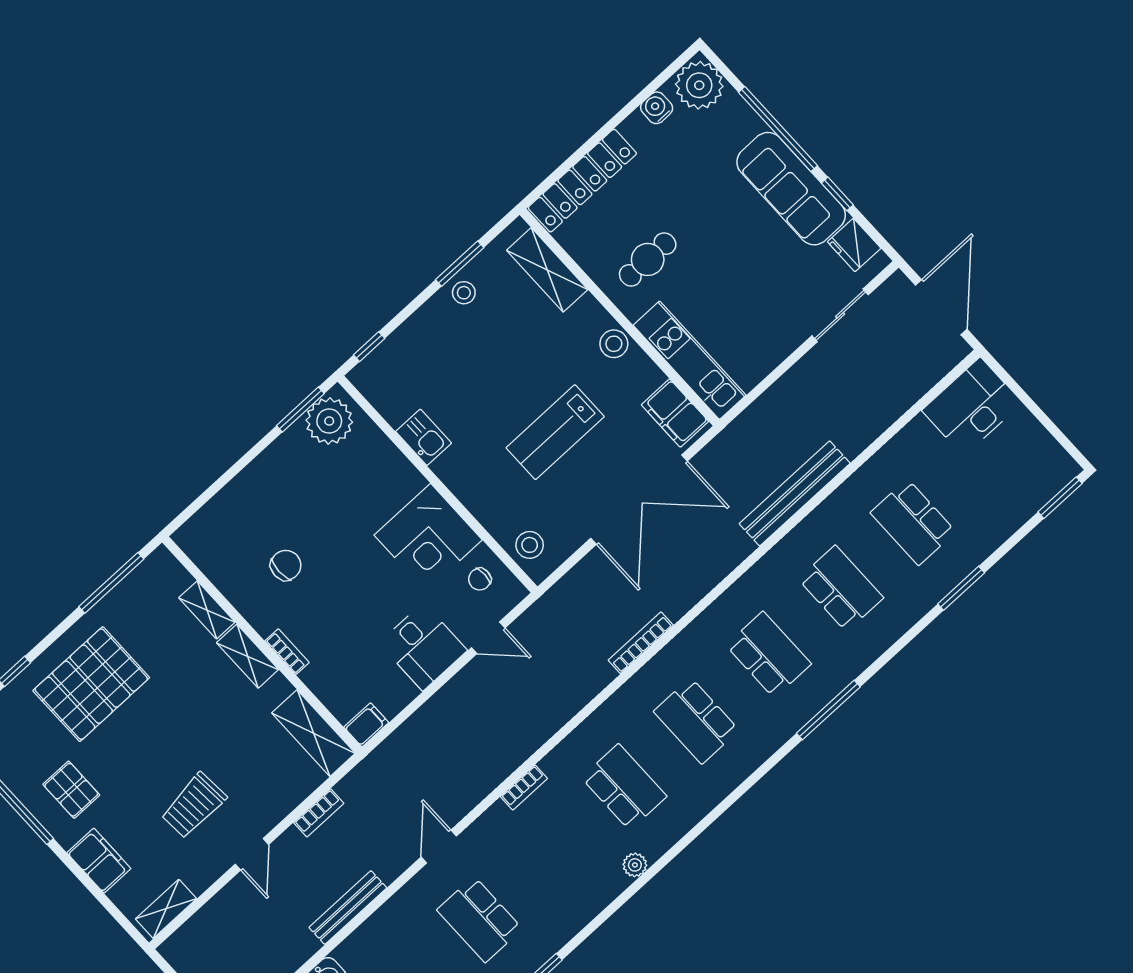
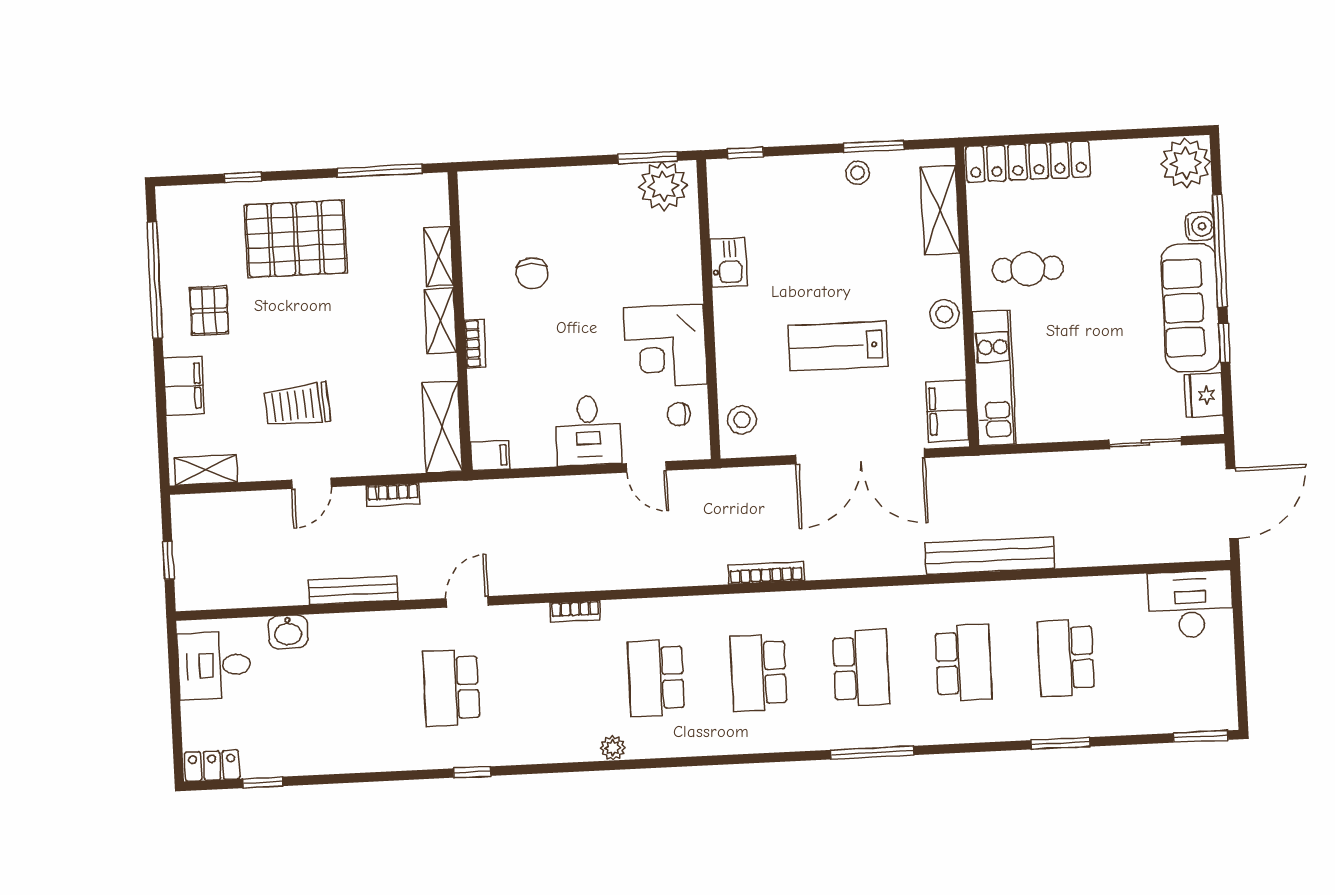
water cooler: (657, 108) -> (1200, 226), moved, turned 90
chair: (286, 565) -> (532, 273), turned 90
school desk: (624, 787) -> (656, 678), turned 180

